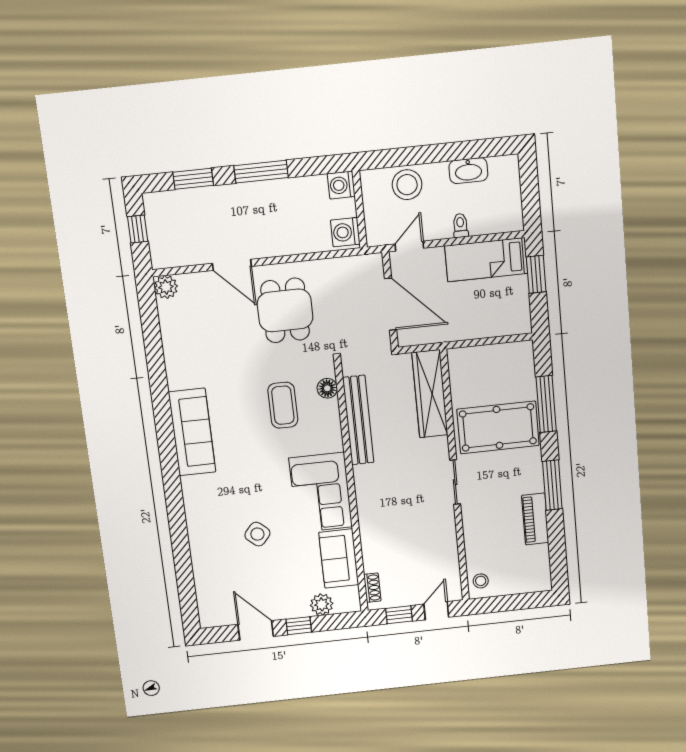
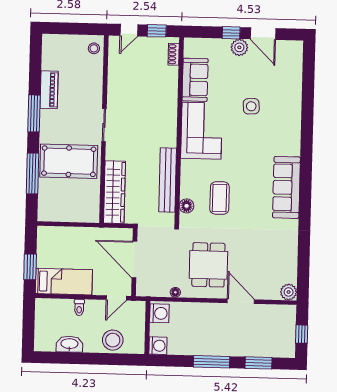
floor lamp: (327, 265) -> (175, 292), added
side table: (257, 534) -> (251, 106), turned 45
plant: (322, 604) -> (239, 47), moved

